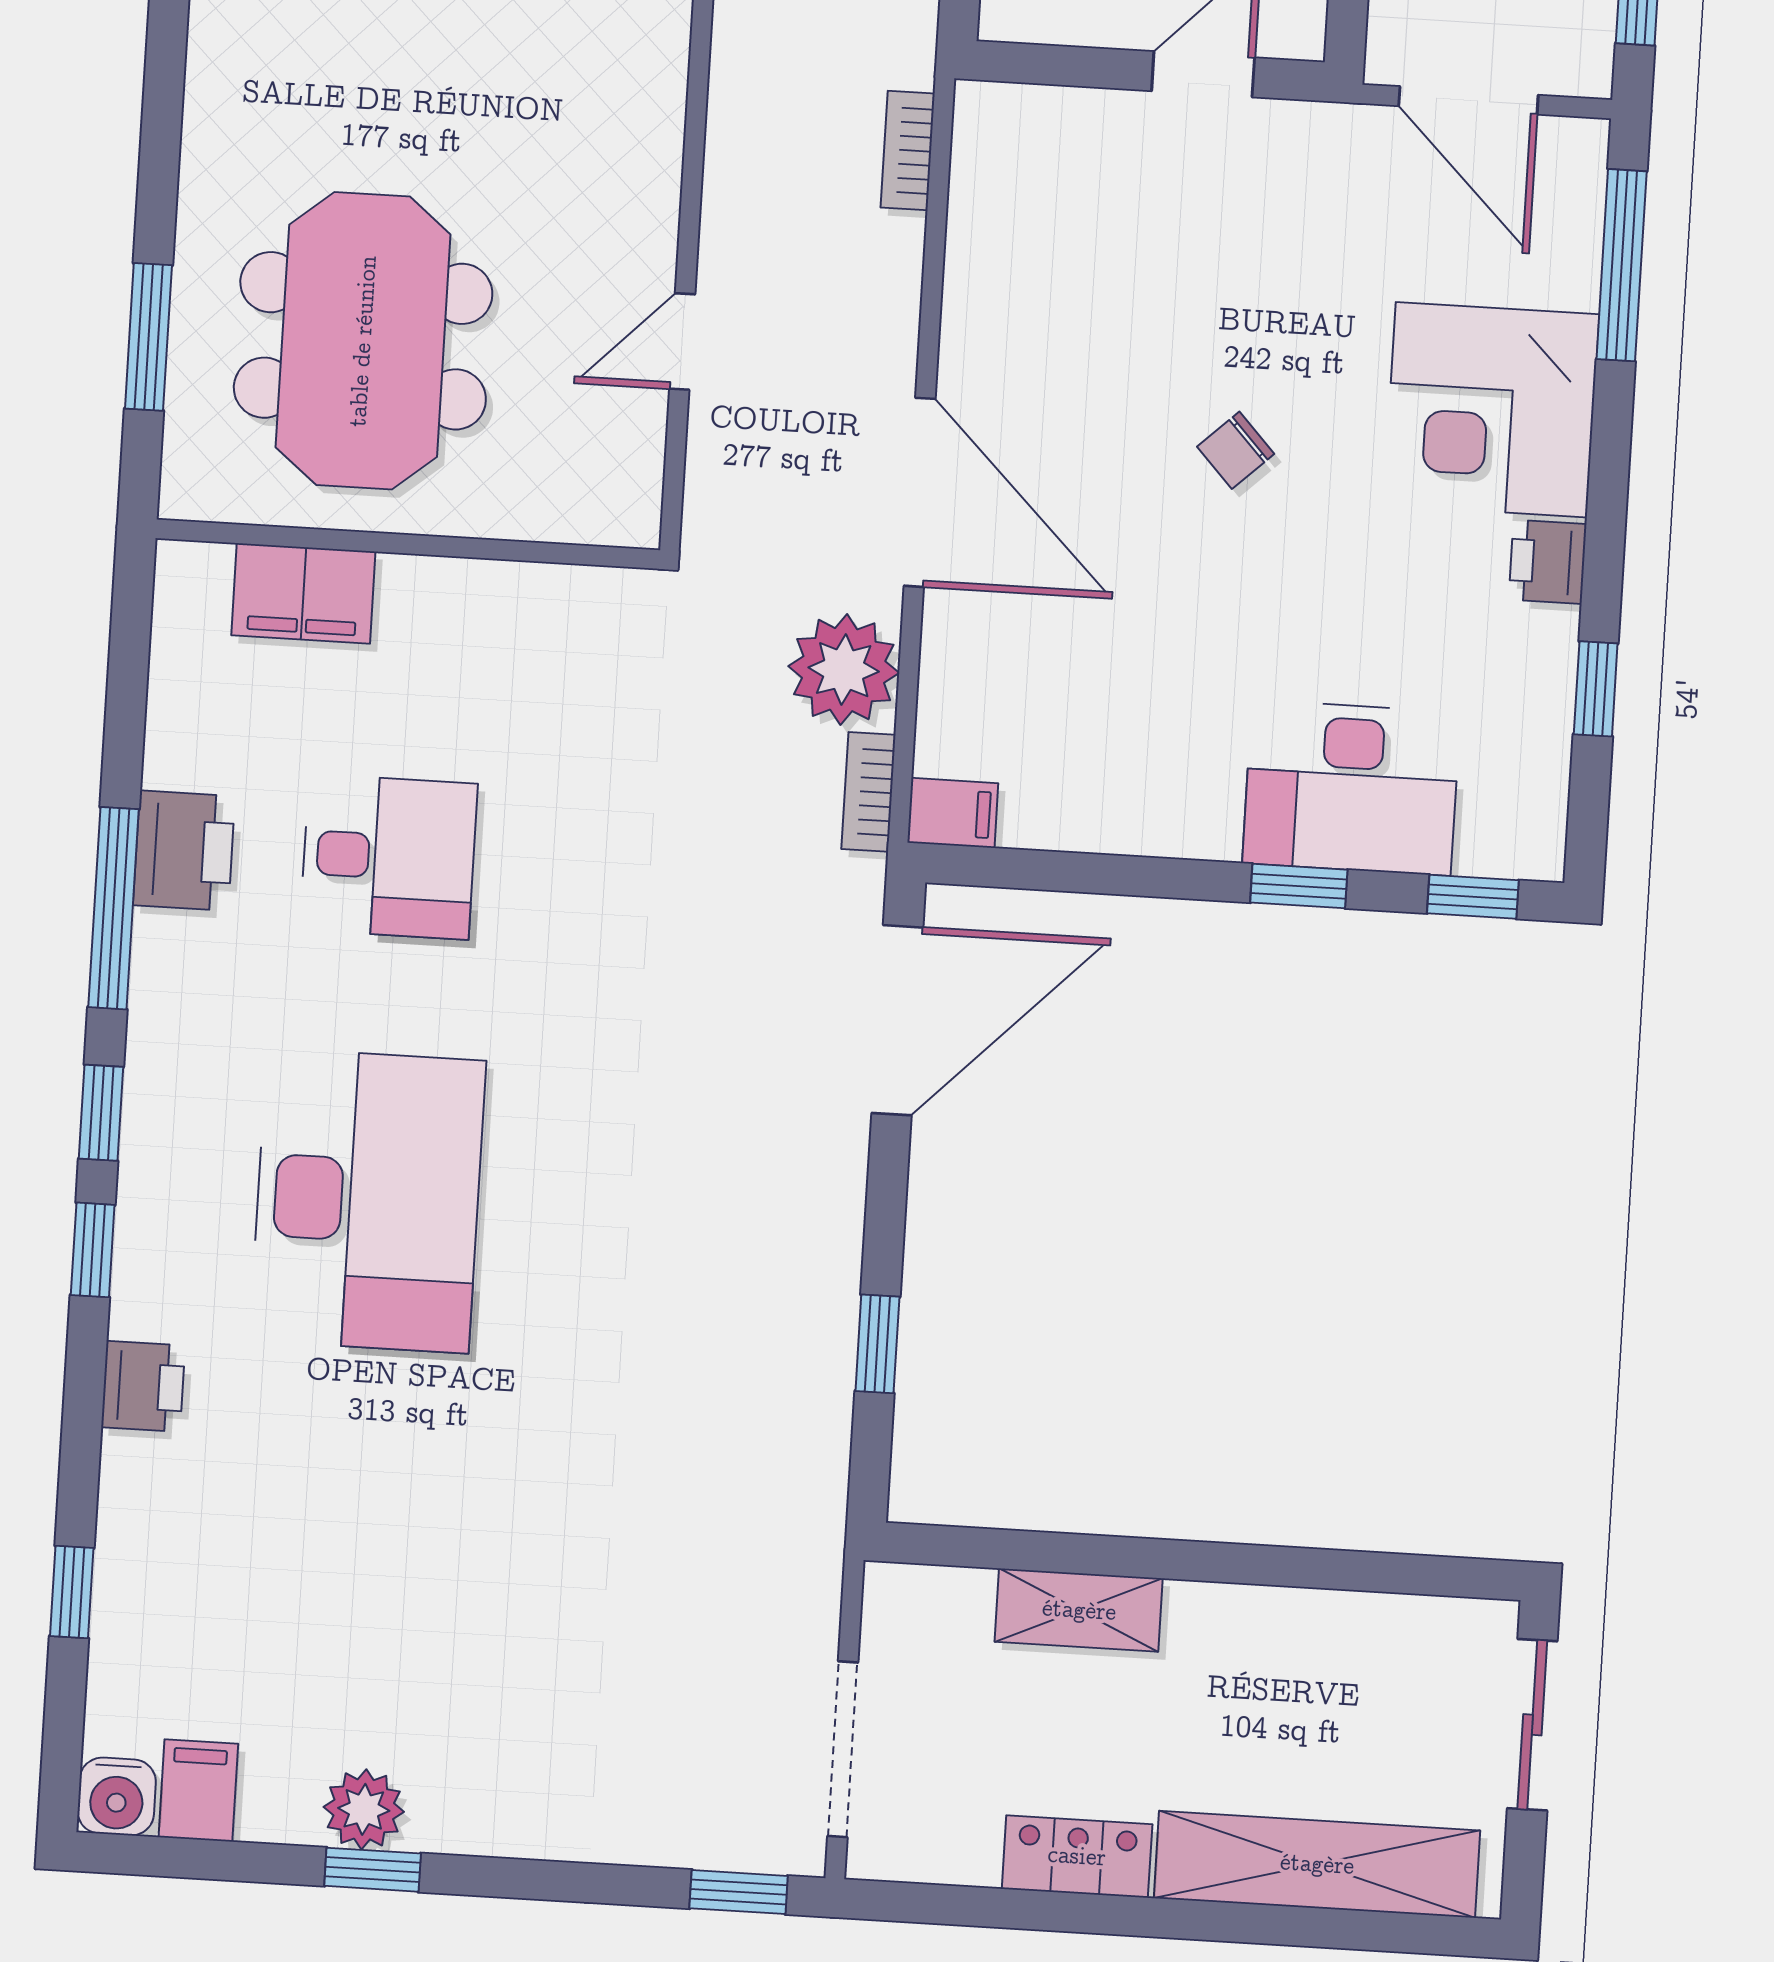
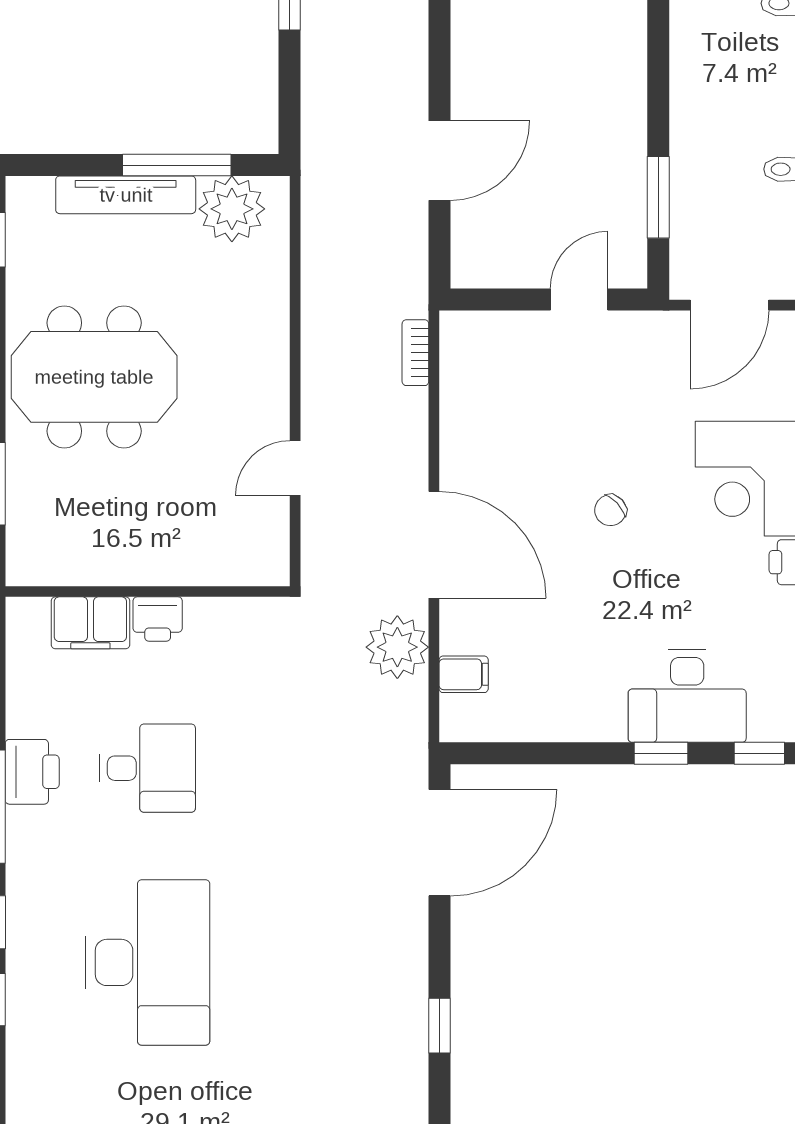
door: (1468, 100) -> (729, 305), hinge flipped
meeting table: (363, 341) -> (94, 377), moved, turned 90
bookcase: (868, 792) -> (415, 715), removed
filing cabinet: (953, 813) -> (464, 674), moved
printer: (143, 1386) -> (158, 619), moved, turned 90

